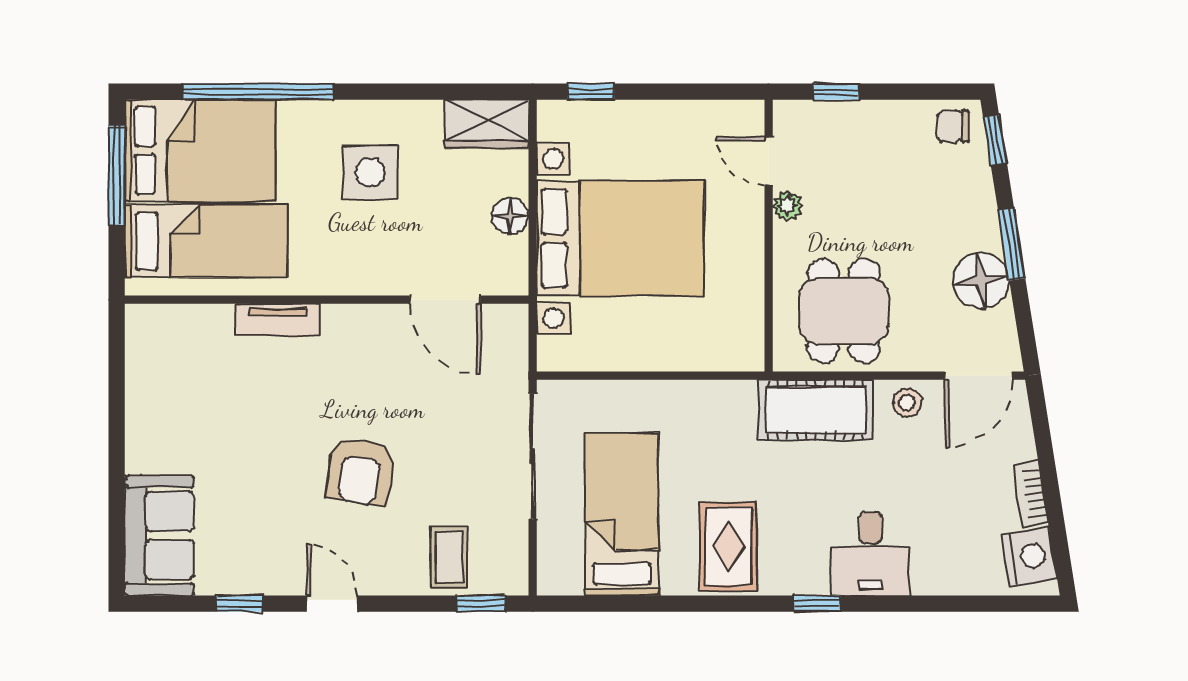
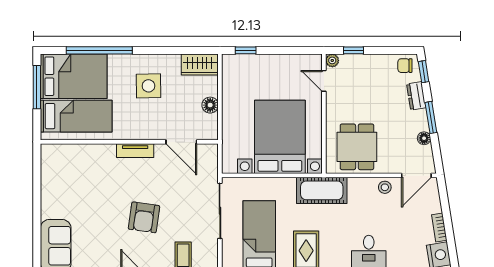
dresser: (978, 195) -> (416, 96), added
plant: (788, 206) -> (332, 60), moved
bed with nightstands: (620, 238) -> (280, 137), moved, turned -90
floor lamp: (981, 280) -> (424, 138), width x0.53, depth x0.53
tv unit: (278, 320) -> (135, 151), moved
cot: (816, 410) -> (322, 190), moved

